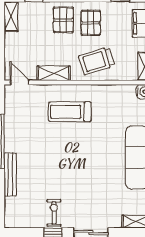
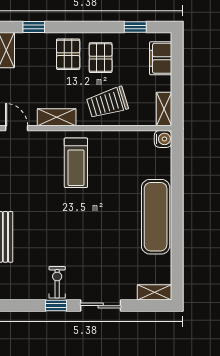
treadmill: (70, 112) -> (76, 163), turned -90

